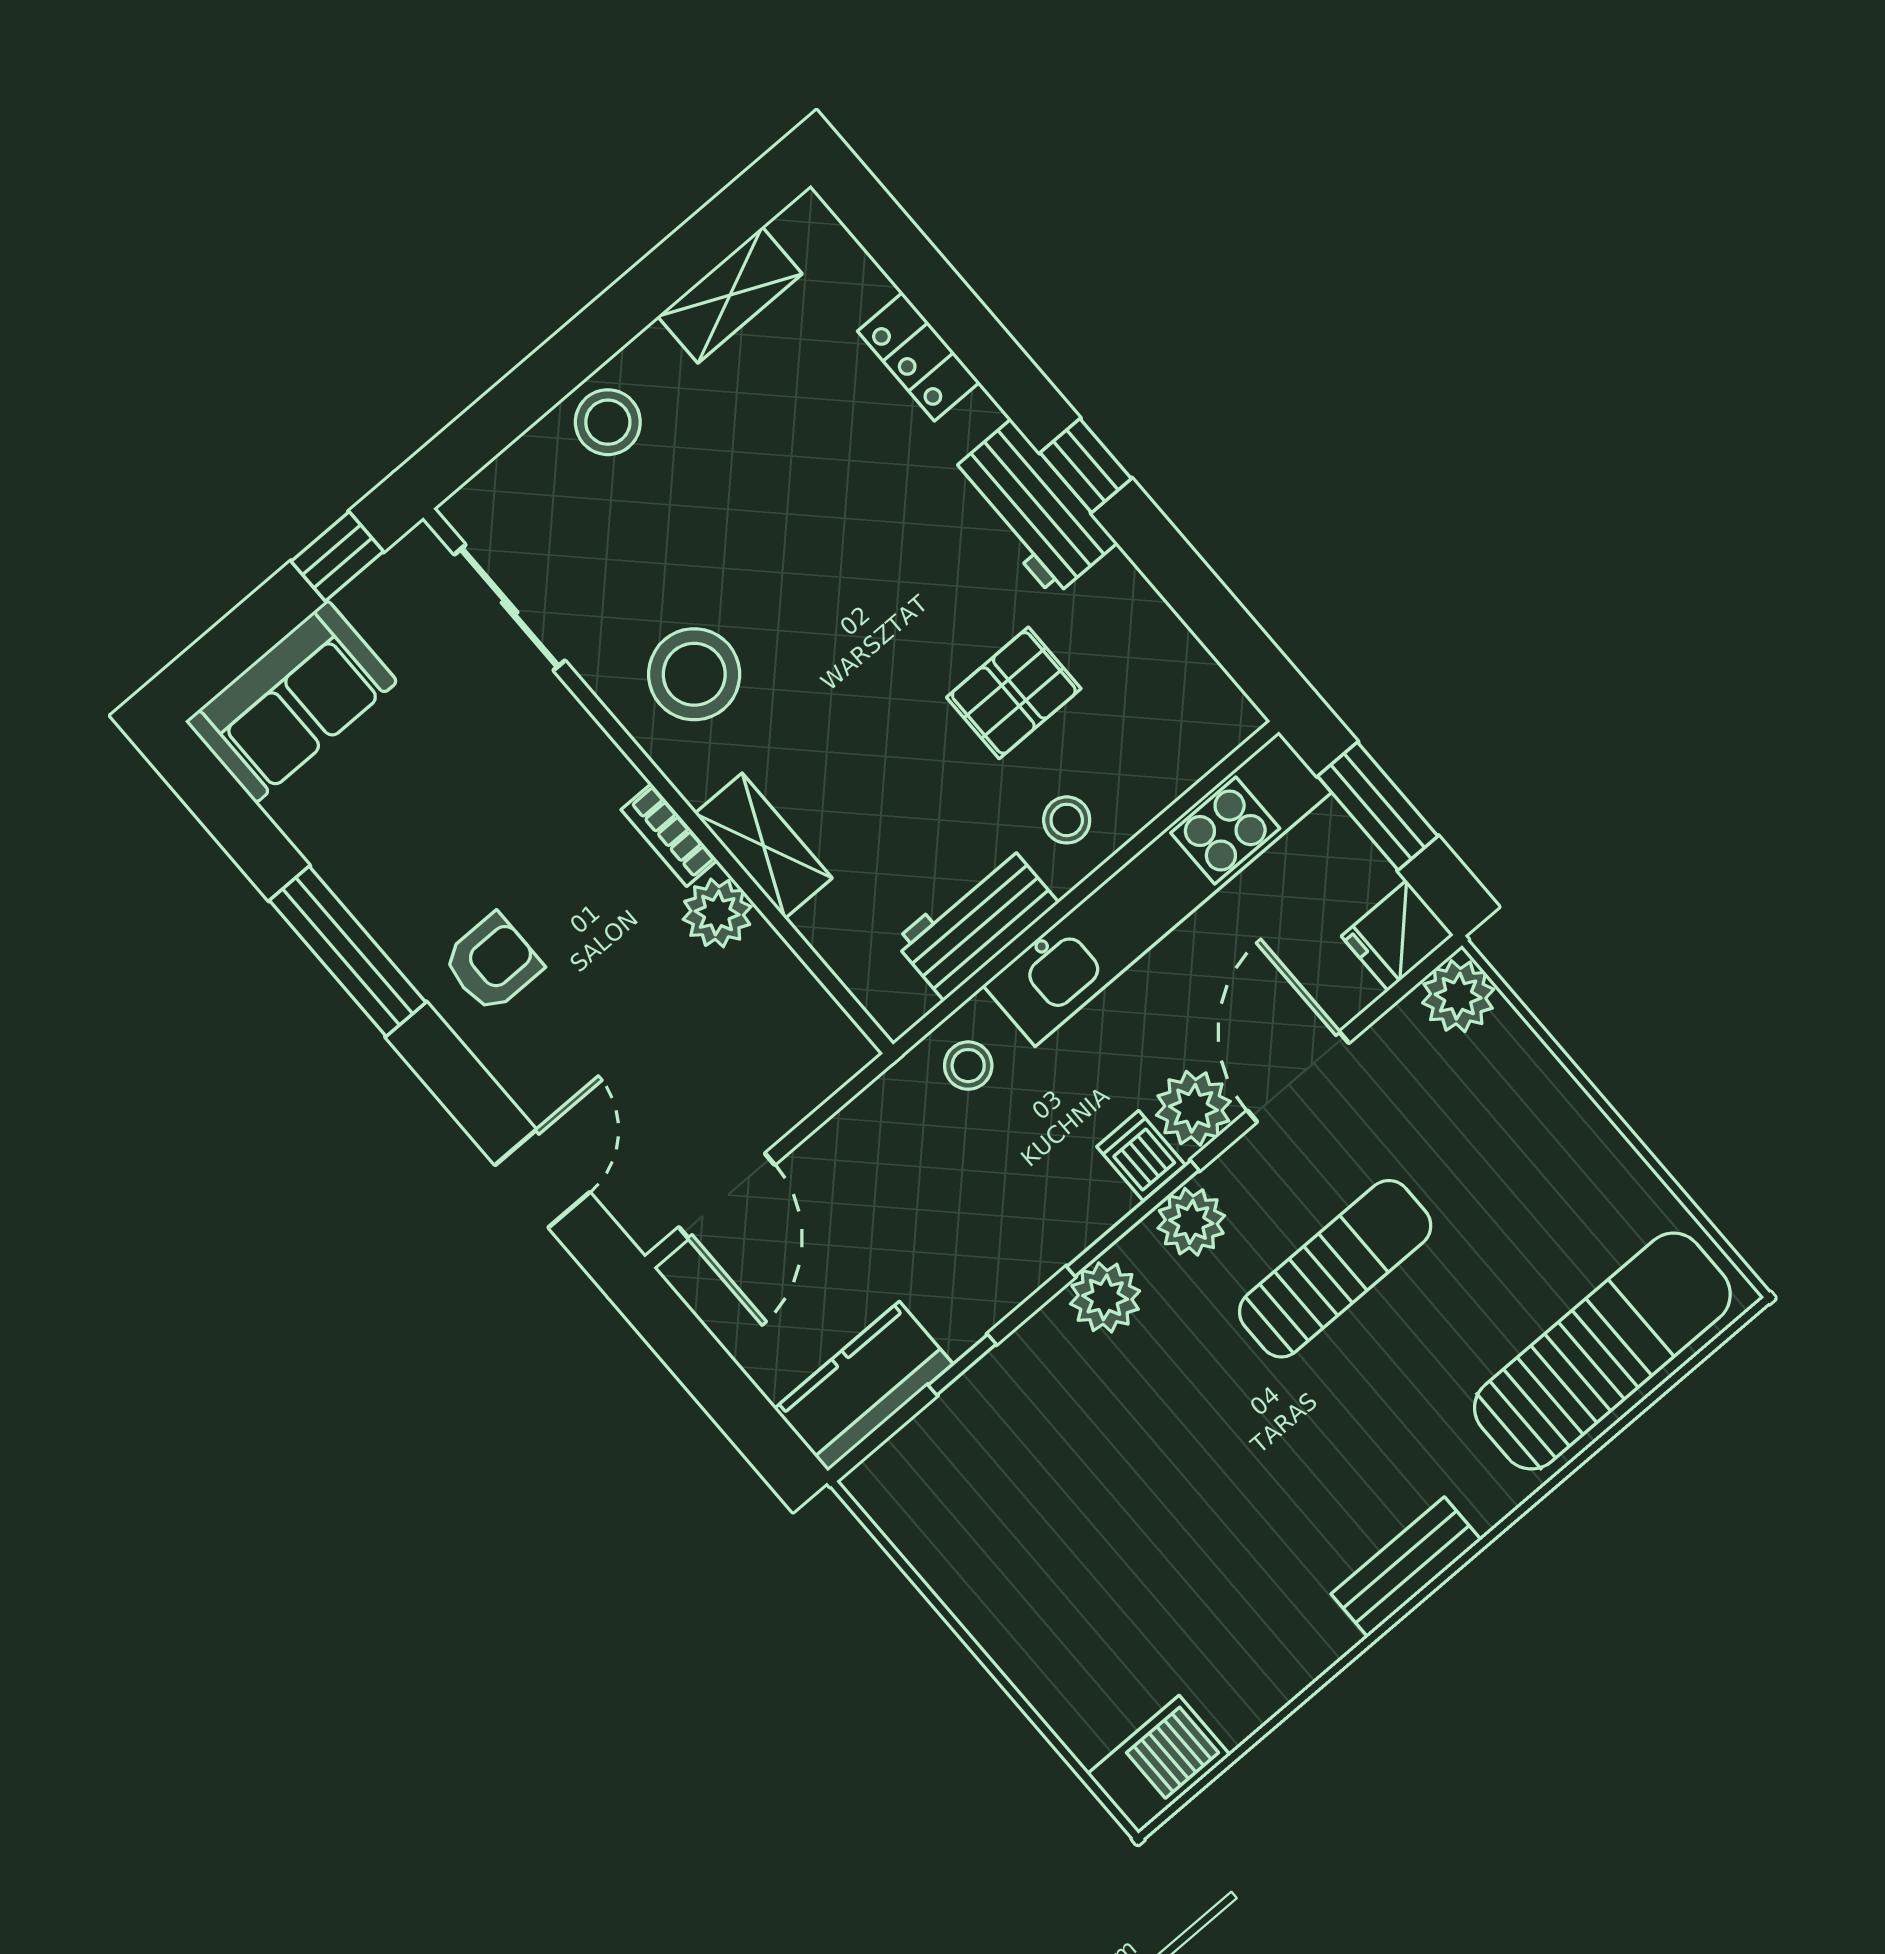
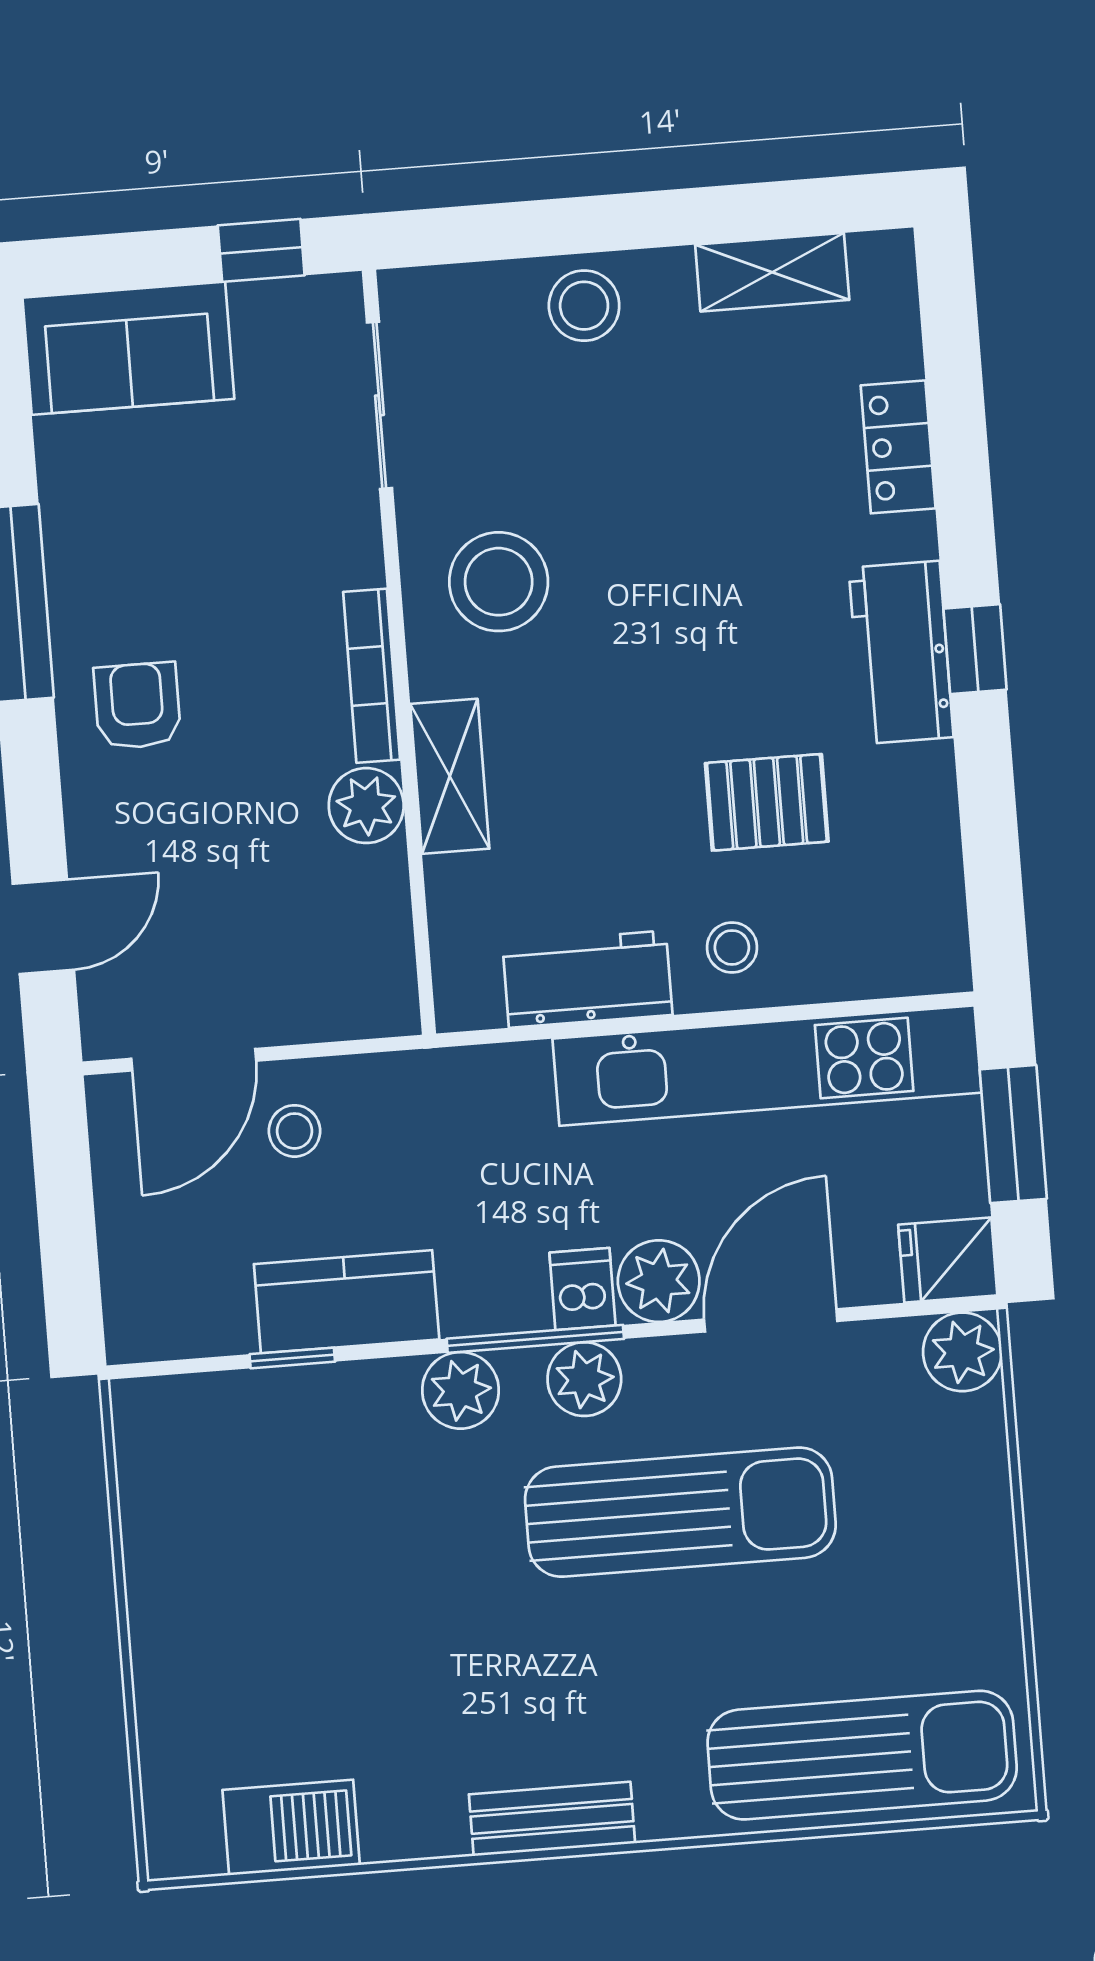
bookcase: (669, 835) -> (372, 676), width x1.56
armchair: (492, 963) -> (137, 706), turned -90
stool: (968, 1066) -> (294, 1131), moved
sun lounger: (1335, 1269) -> (680, 1512), width x1.36, depth x1.34
kitchen counter: (864, 1386) -> (347, 1302), moved
barbecue: (1159, 1765) -> (291, 1827), moved

